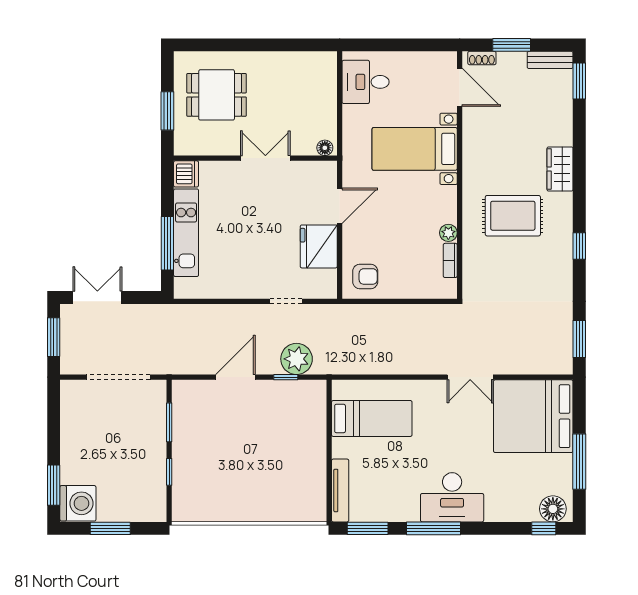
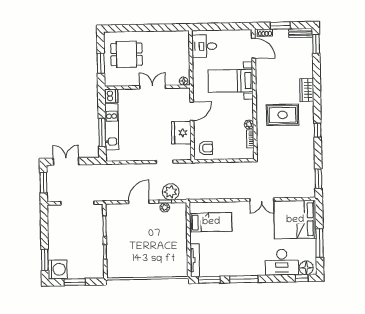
plant: (285, 389) -> (165, 207), added
desk: (452, 497) -> (282, 262), moved

